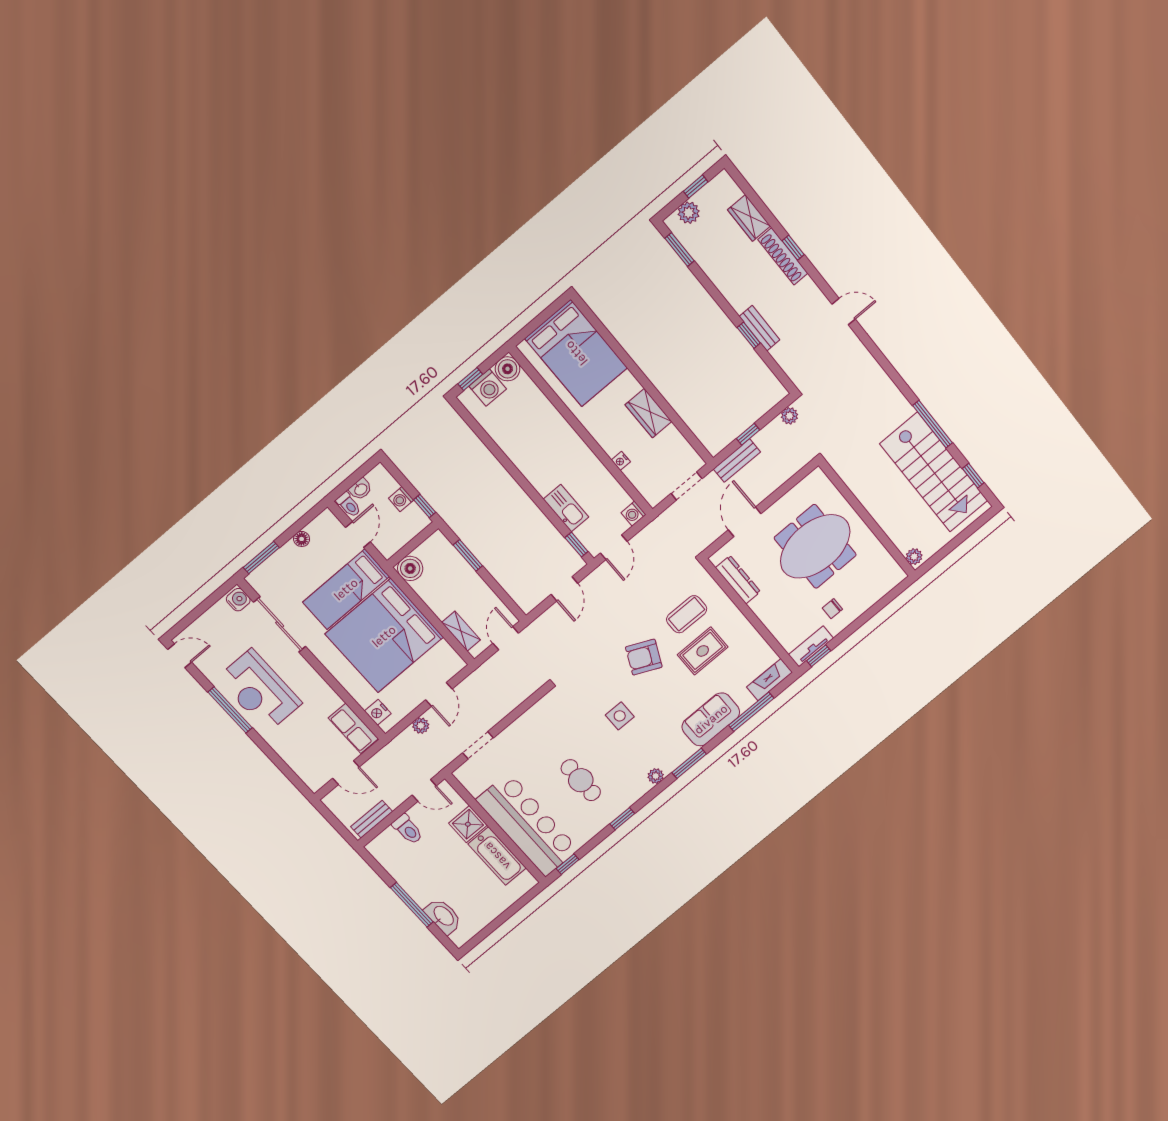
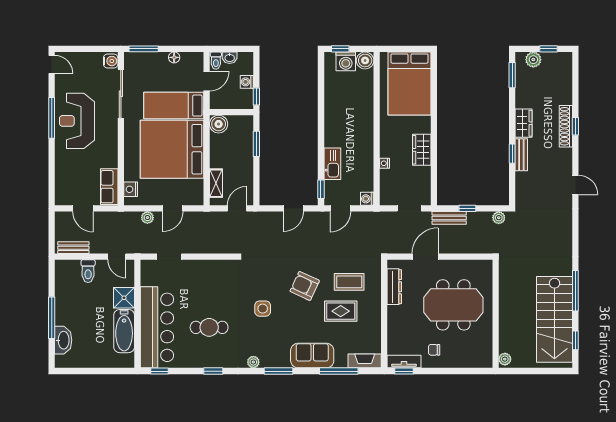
wardrobe: (749, 218) -> (523, 123), moved, turned 180
cafe table: (581, 780) -> (209, 327), turned 90

